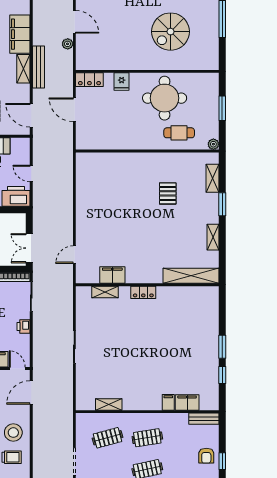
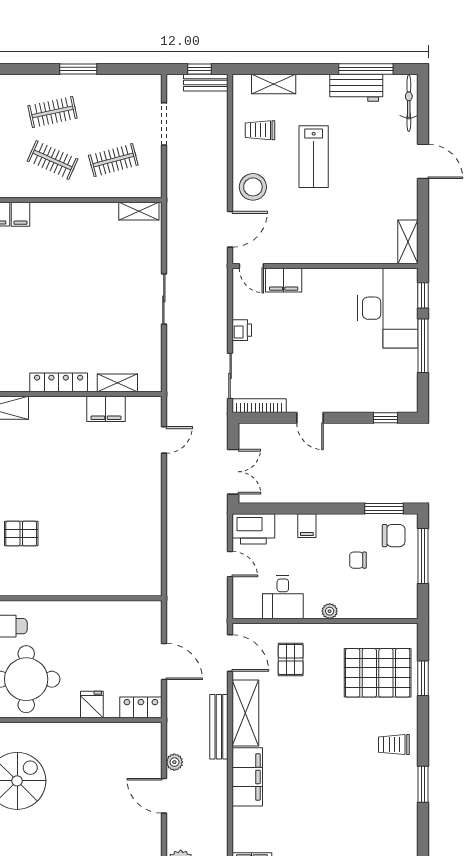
shelving: (23, 69) -> (245, 713), width x1.50, depth x1.33
pallet: (168, 193) -> (21, 534), turned 90
double door: (29, 248) -> (233, 472), moved
locker: (143, 292) -> (59, 382), width x1.53
shelving: (109, 404) -> (139, 211), moved
stool: (13, 433) -> (253, 187), moved
clothes rail: (147, 438) -> (53, 160), turned 33

